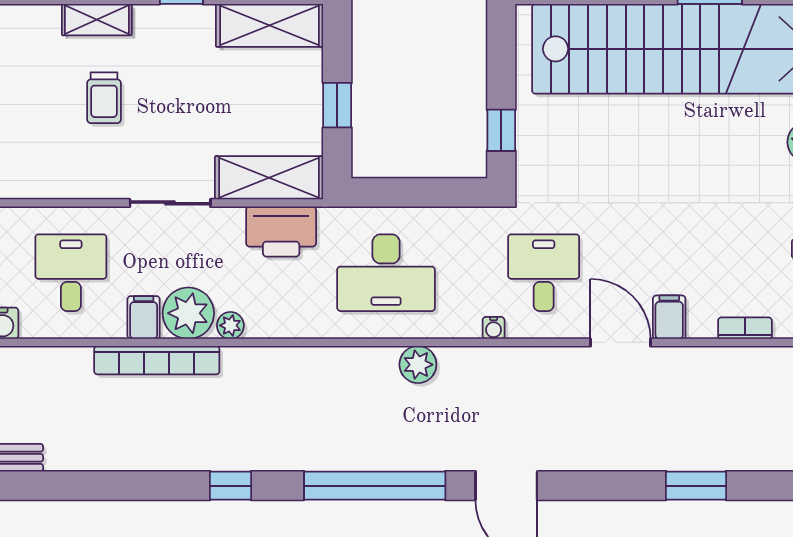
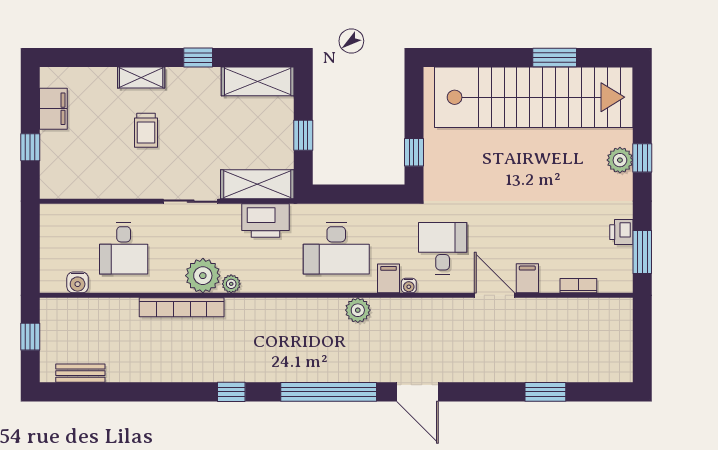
desk: (71, 273) -> (124, 248), turned 180
filing cabinet: (144, 317) -> (389, 278), moved

